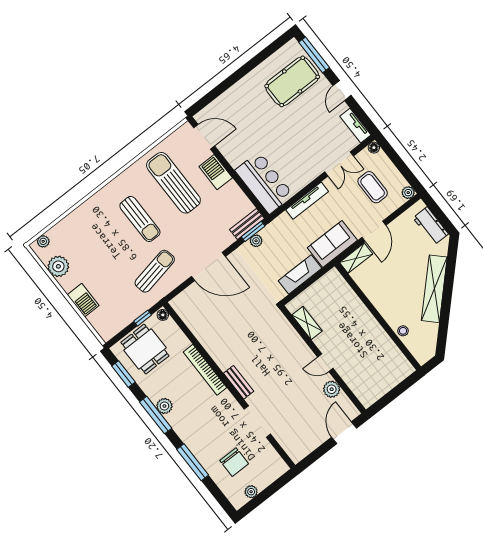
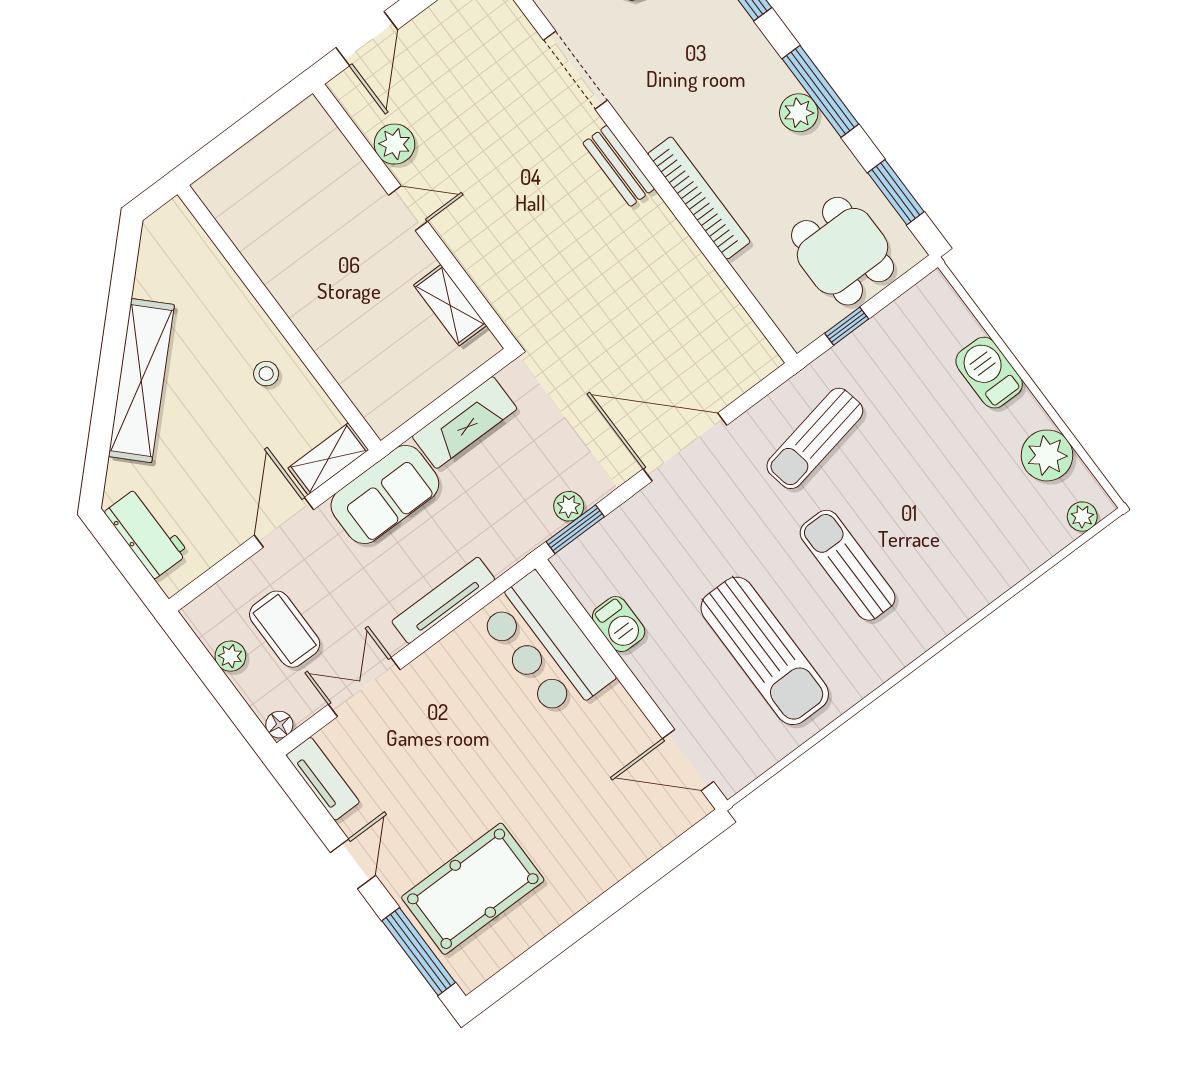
barbecue: (216, 172) -> (619, 624), moved, width x0.73, depth x0.79
plant: (408, 193) -> (230, 656), moved
bench: (247, 224) -> (590, 547), removed
floor lamp: (163, 315) -> (798, 333), removed
stool: (403, 331) -> (266, 374), moved

